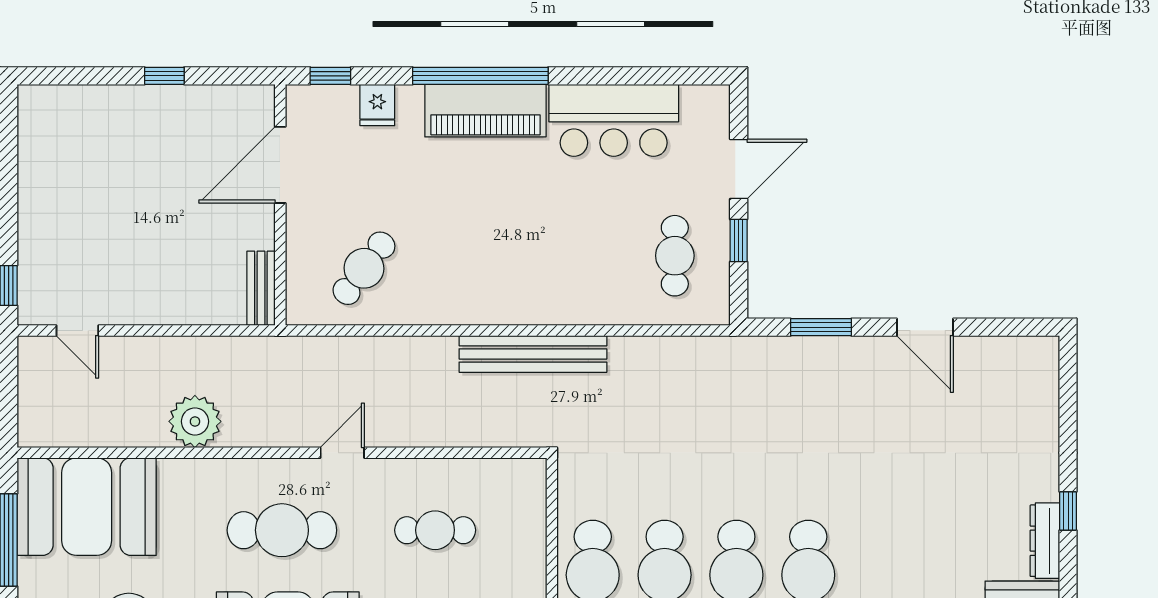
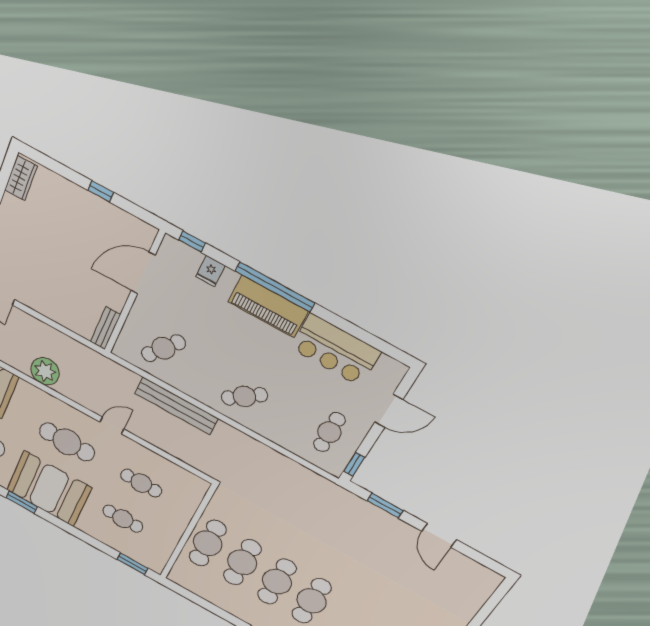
wardrobe: (36, 122) -> (21, 178), added
window: (739, 241) -> (354, 464), moved
cafe table: (522, 274) -> (244, 396), added
bench: (533, 354) -> (176, 406), moved

